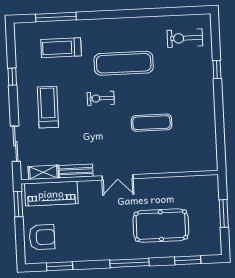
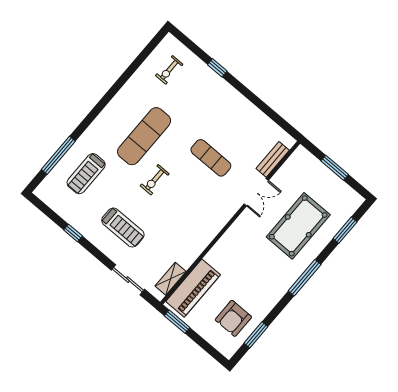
exercise bike: (185, 38) -> (169, 70), width x0.73, depth x0.72
treadmill: (48, 107) -> (123, 228), turned 180
exercise mat: (152, 123) -> (211, 158), turned 90
bench: (76, 171) -> (273, 159), moved
double door: (118, 177) -> (256, 192), moved
armchair: (42, 237) -> (233, 318), moved, turned 180

